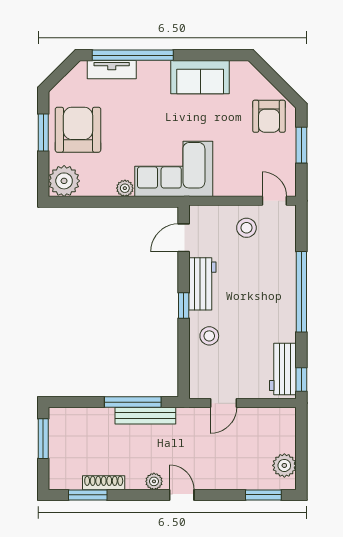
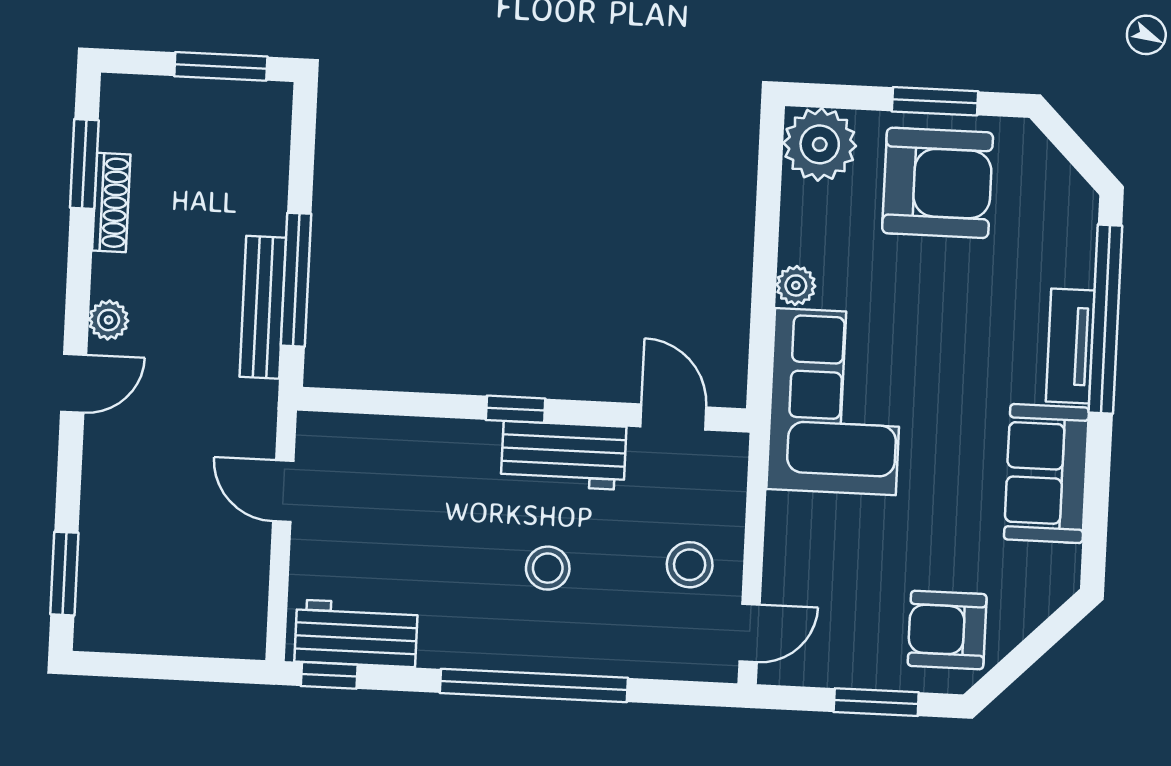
tv unit: (112, 70) -> (1070, 346), moved
stool: (209, 336) -> (548, 568), moved
plant: (284, 465) -> (131, 626), removed

